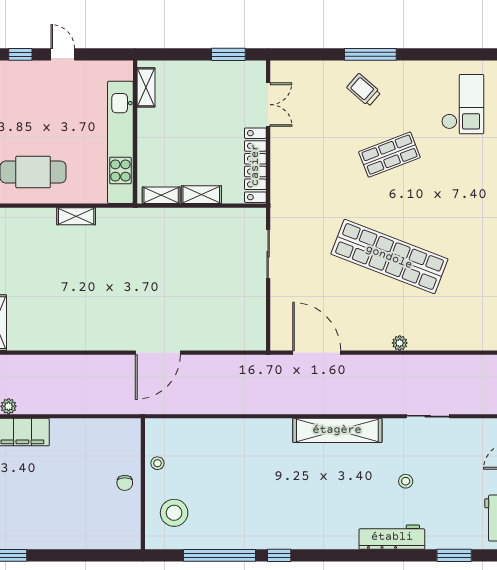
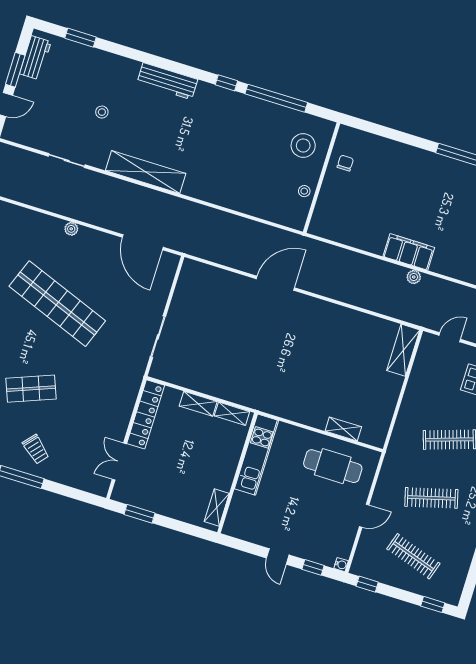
kitchen unit: (120, 142) -> (256, 455), width x0.73
shelving: (76, 216) -> (343, 429), moved
chair: (125, 483) -> (345, 163), moved
workbench: (392, 537) -> (167, 81), moved

